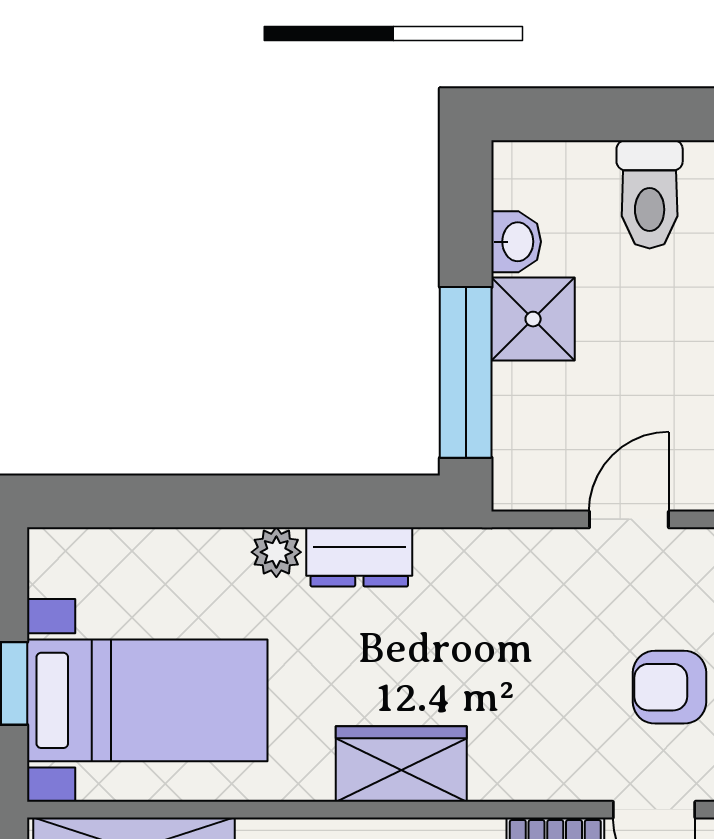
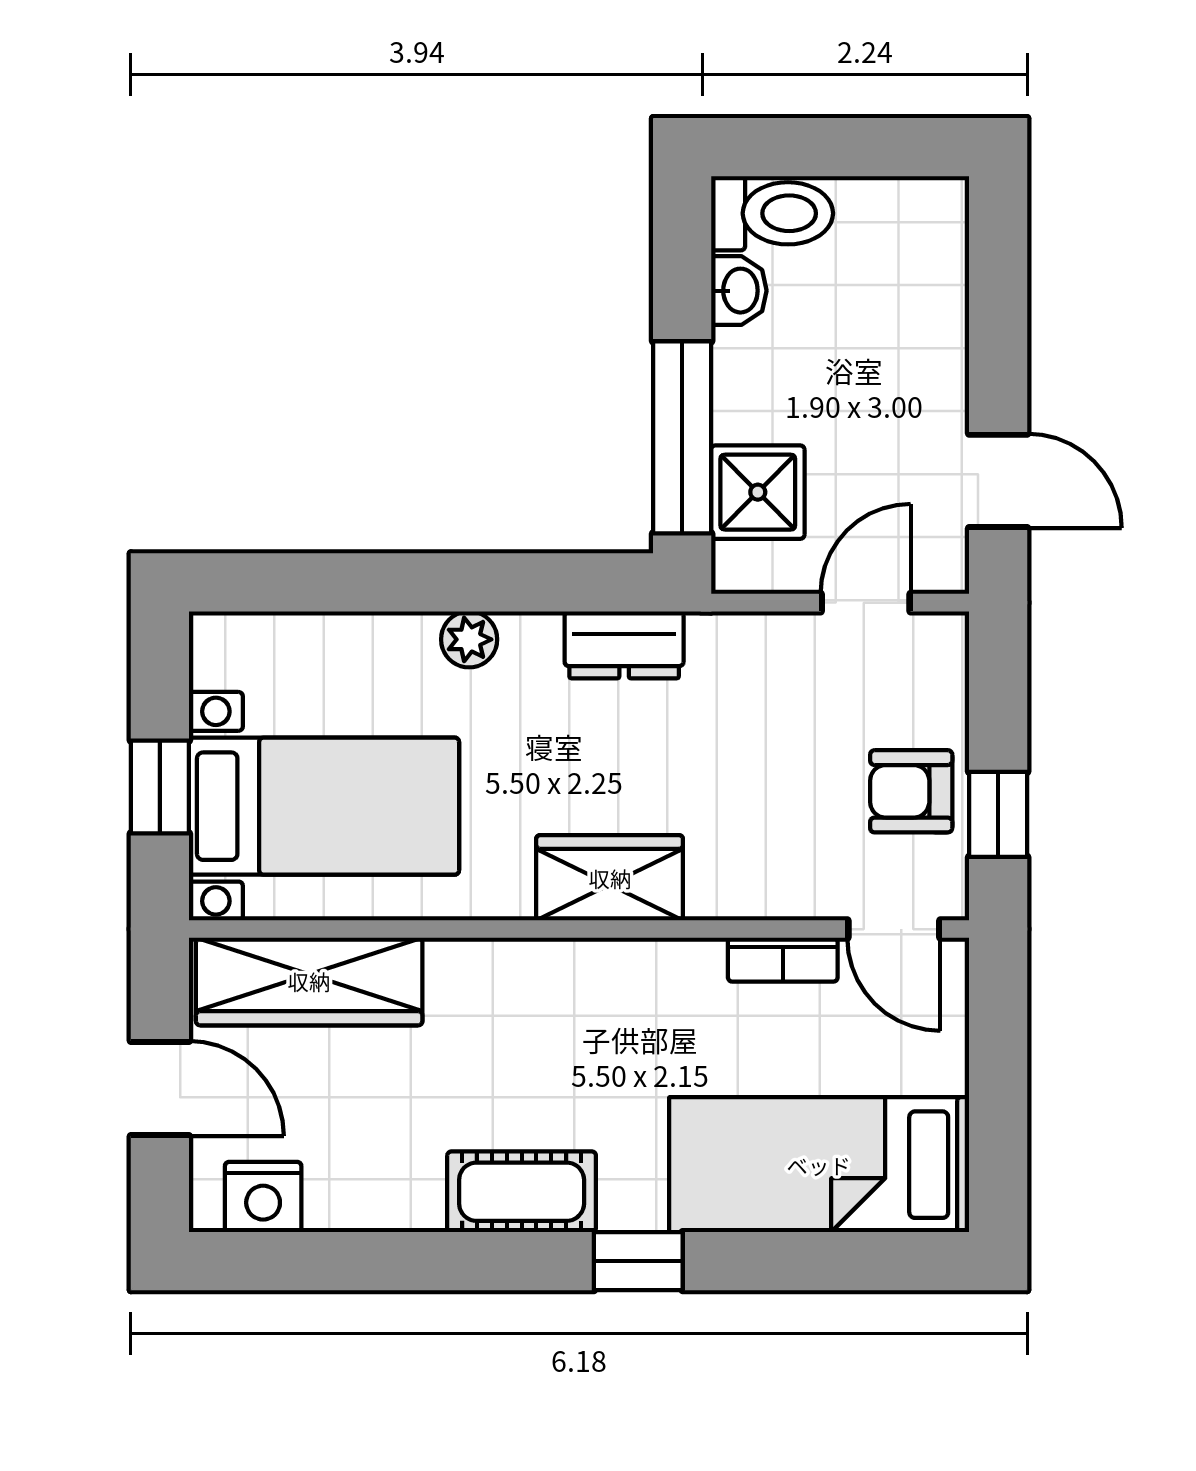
toilet: (650, 194) -> (772, 213), moved, turned -90
shower: (533, 319) -> (758, 492), moved
dresser: (359, 557) -> (624, 645), moved

